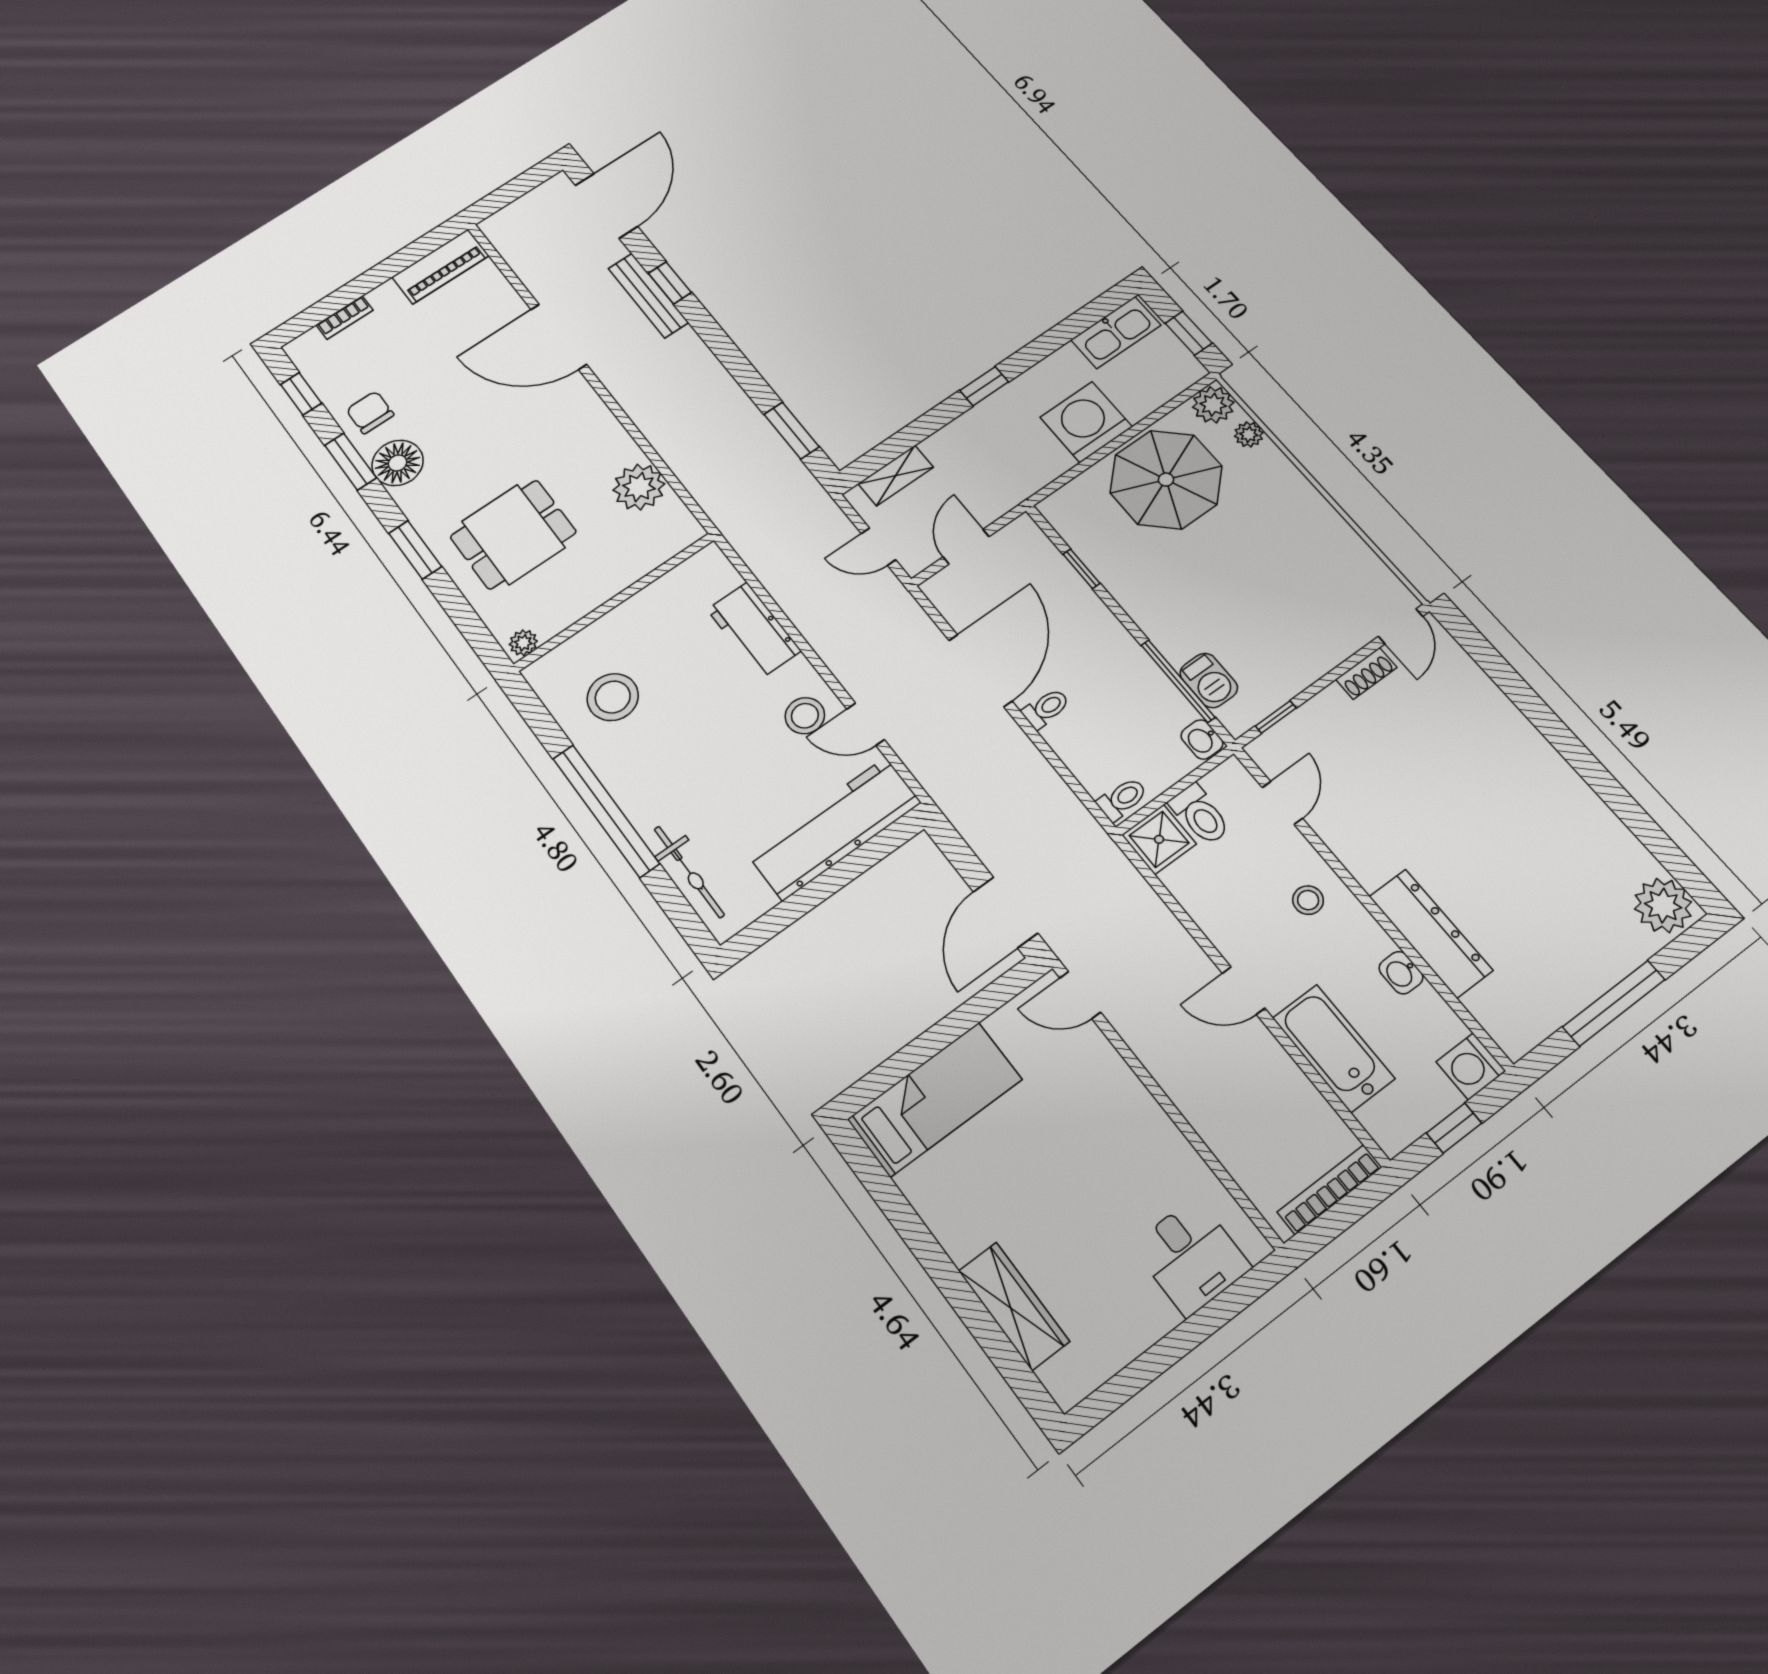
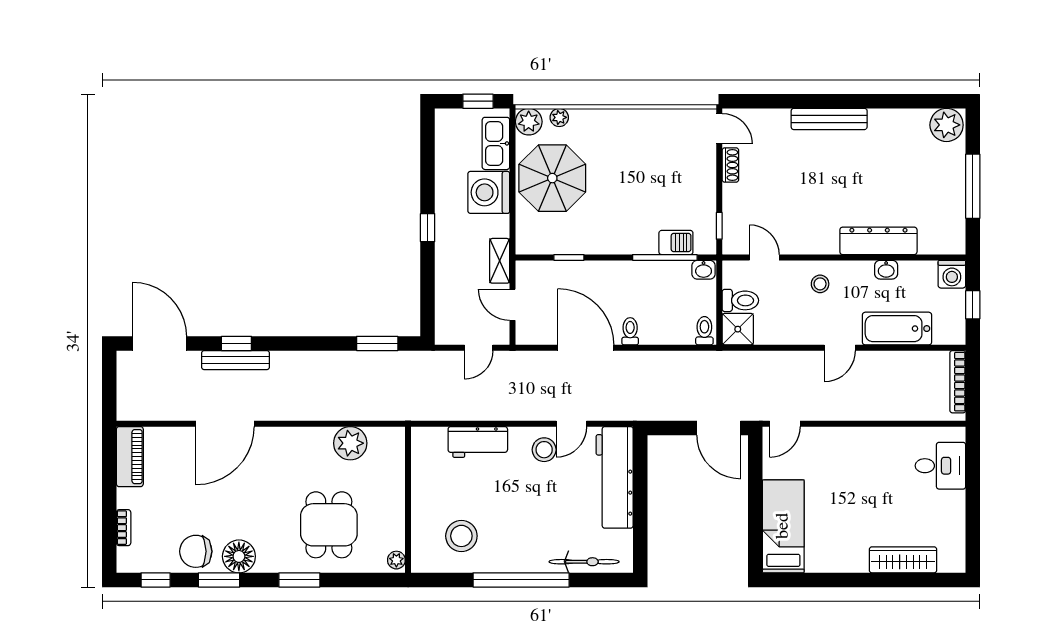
kitchen sink: (1116, 332) -> (496, 143), moved, turned 180
chair: (370, 412) -> (196, 551), width x1.37, depth x1.37
shelving: (896, 475) -> (500, 261), moved
bench: (1534, 750) -> (829, 119), added

